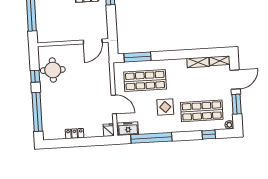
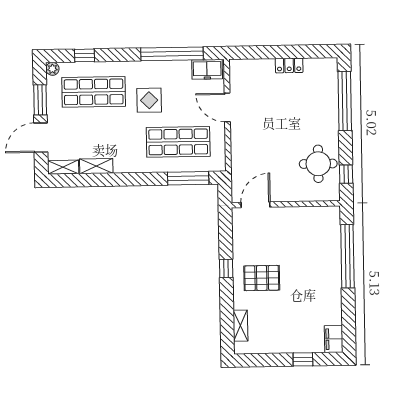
window: (35, 76) -> (346, 174), moved
fridge: (109, 130) -> (237, 69), removed

